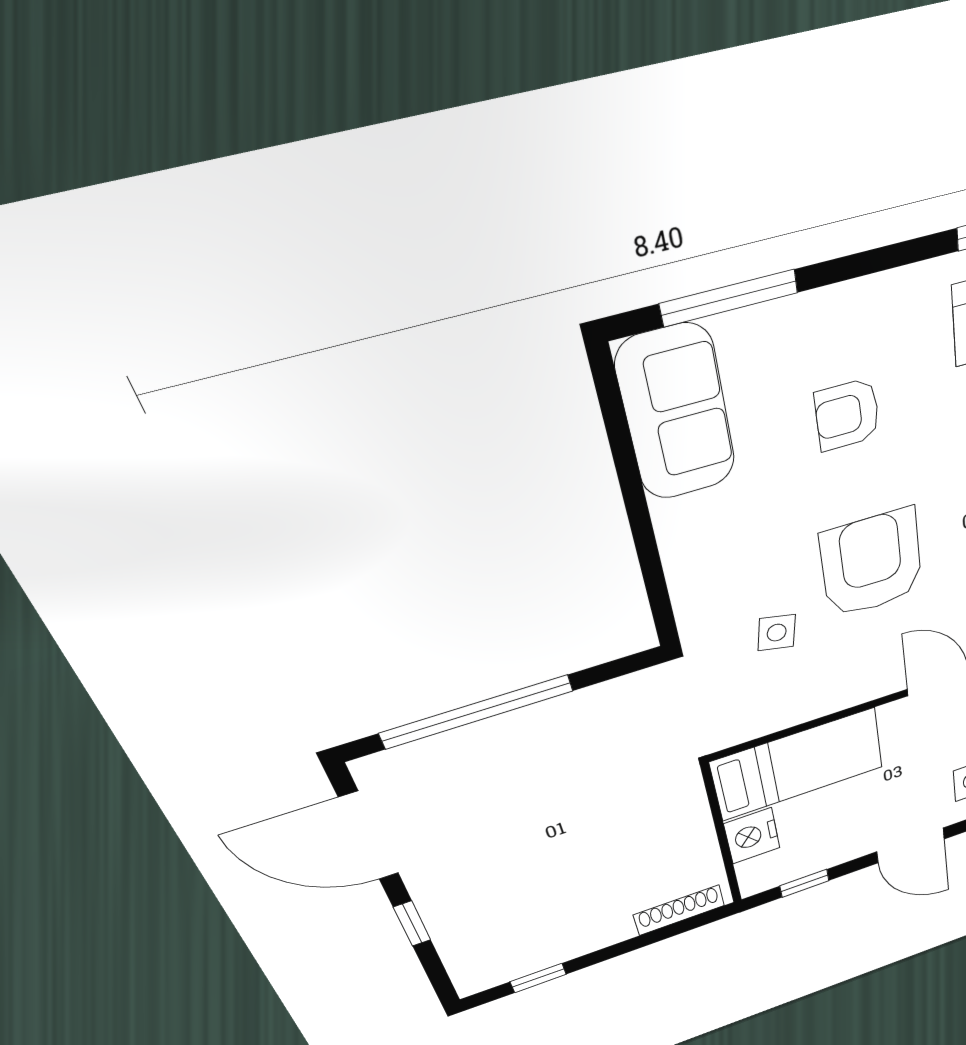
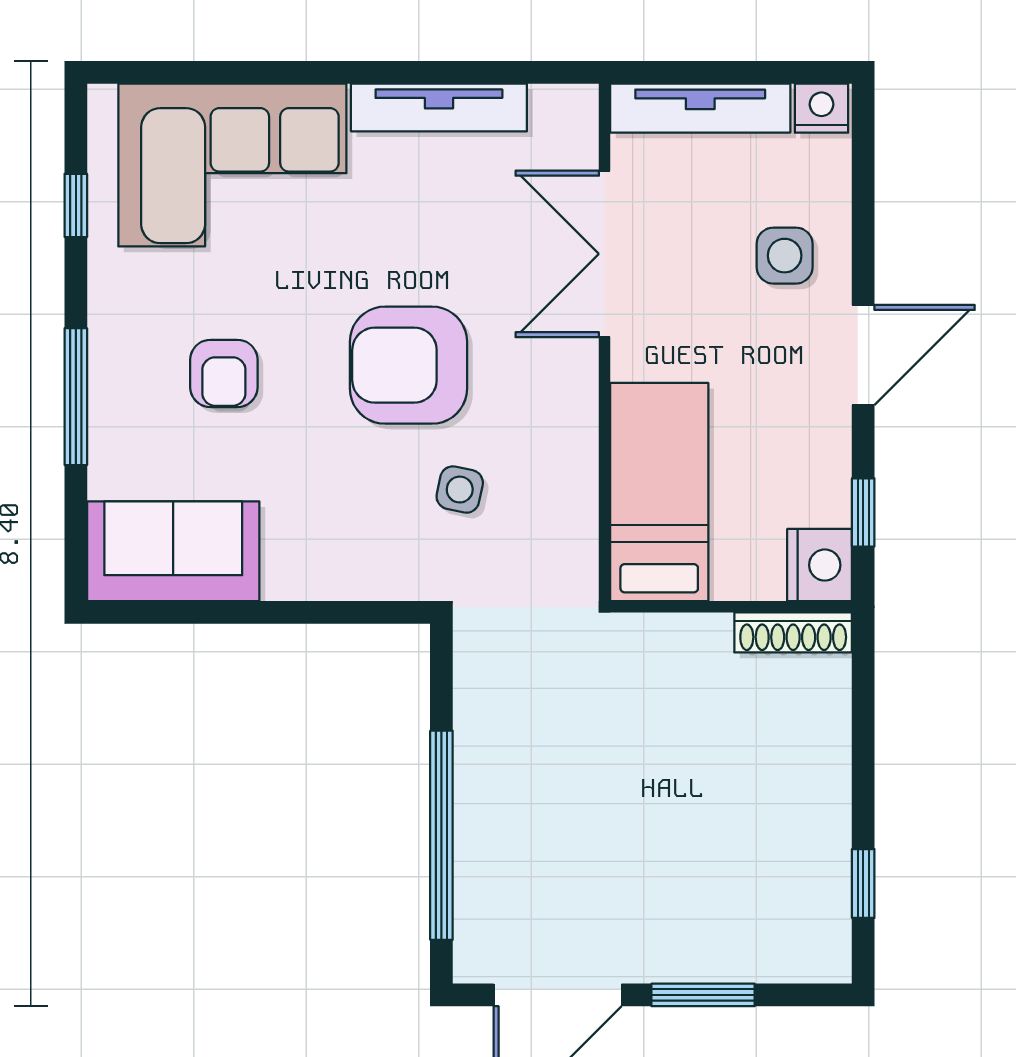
window: (729, 298) -> (76, 397), moved
nightstand: (752, 836) -> (820, 565), moved, turned -90
shoe rack: (679, 910) -> (793, 632), moved, turned -90
window: (412, 924) -> (703, 995), width x1.50

